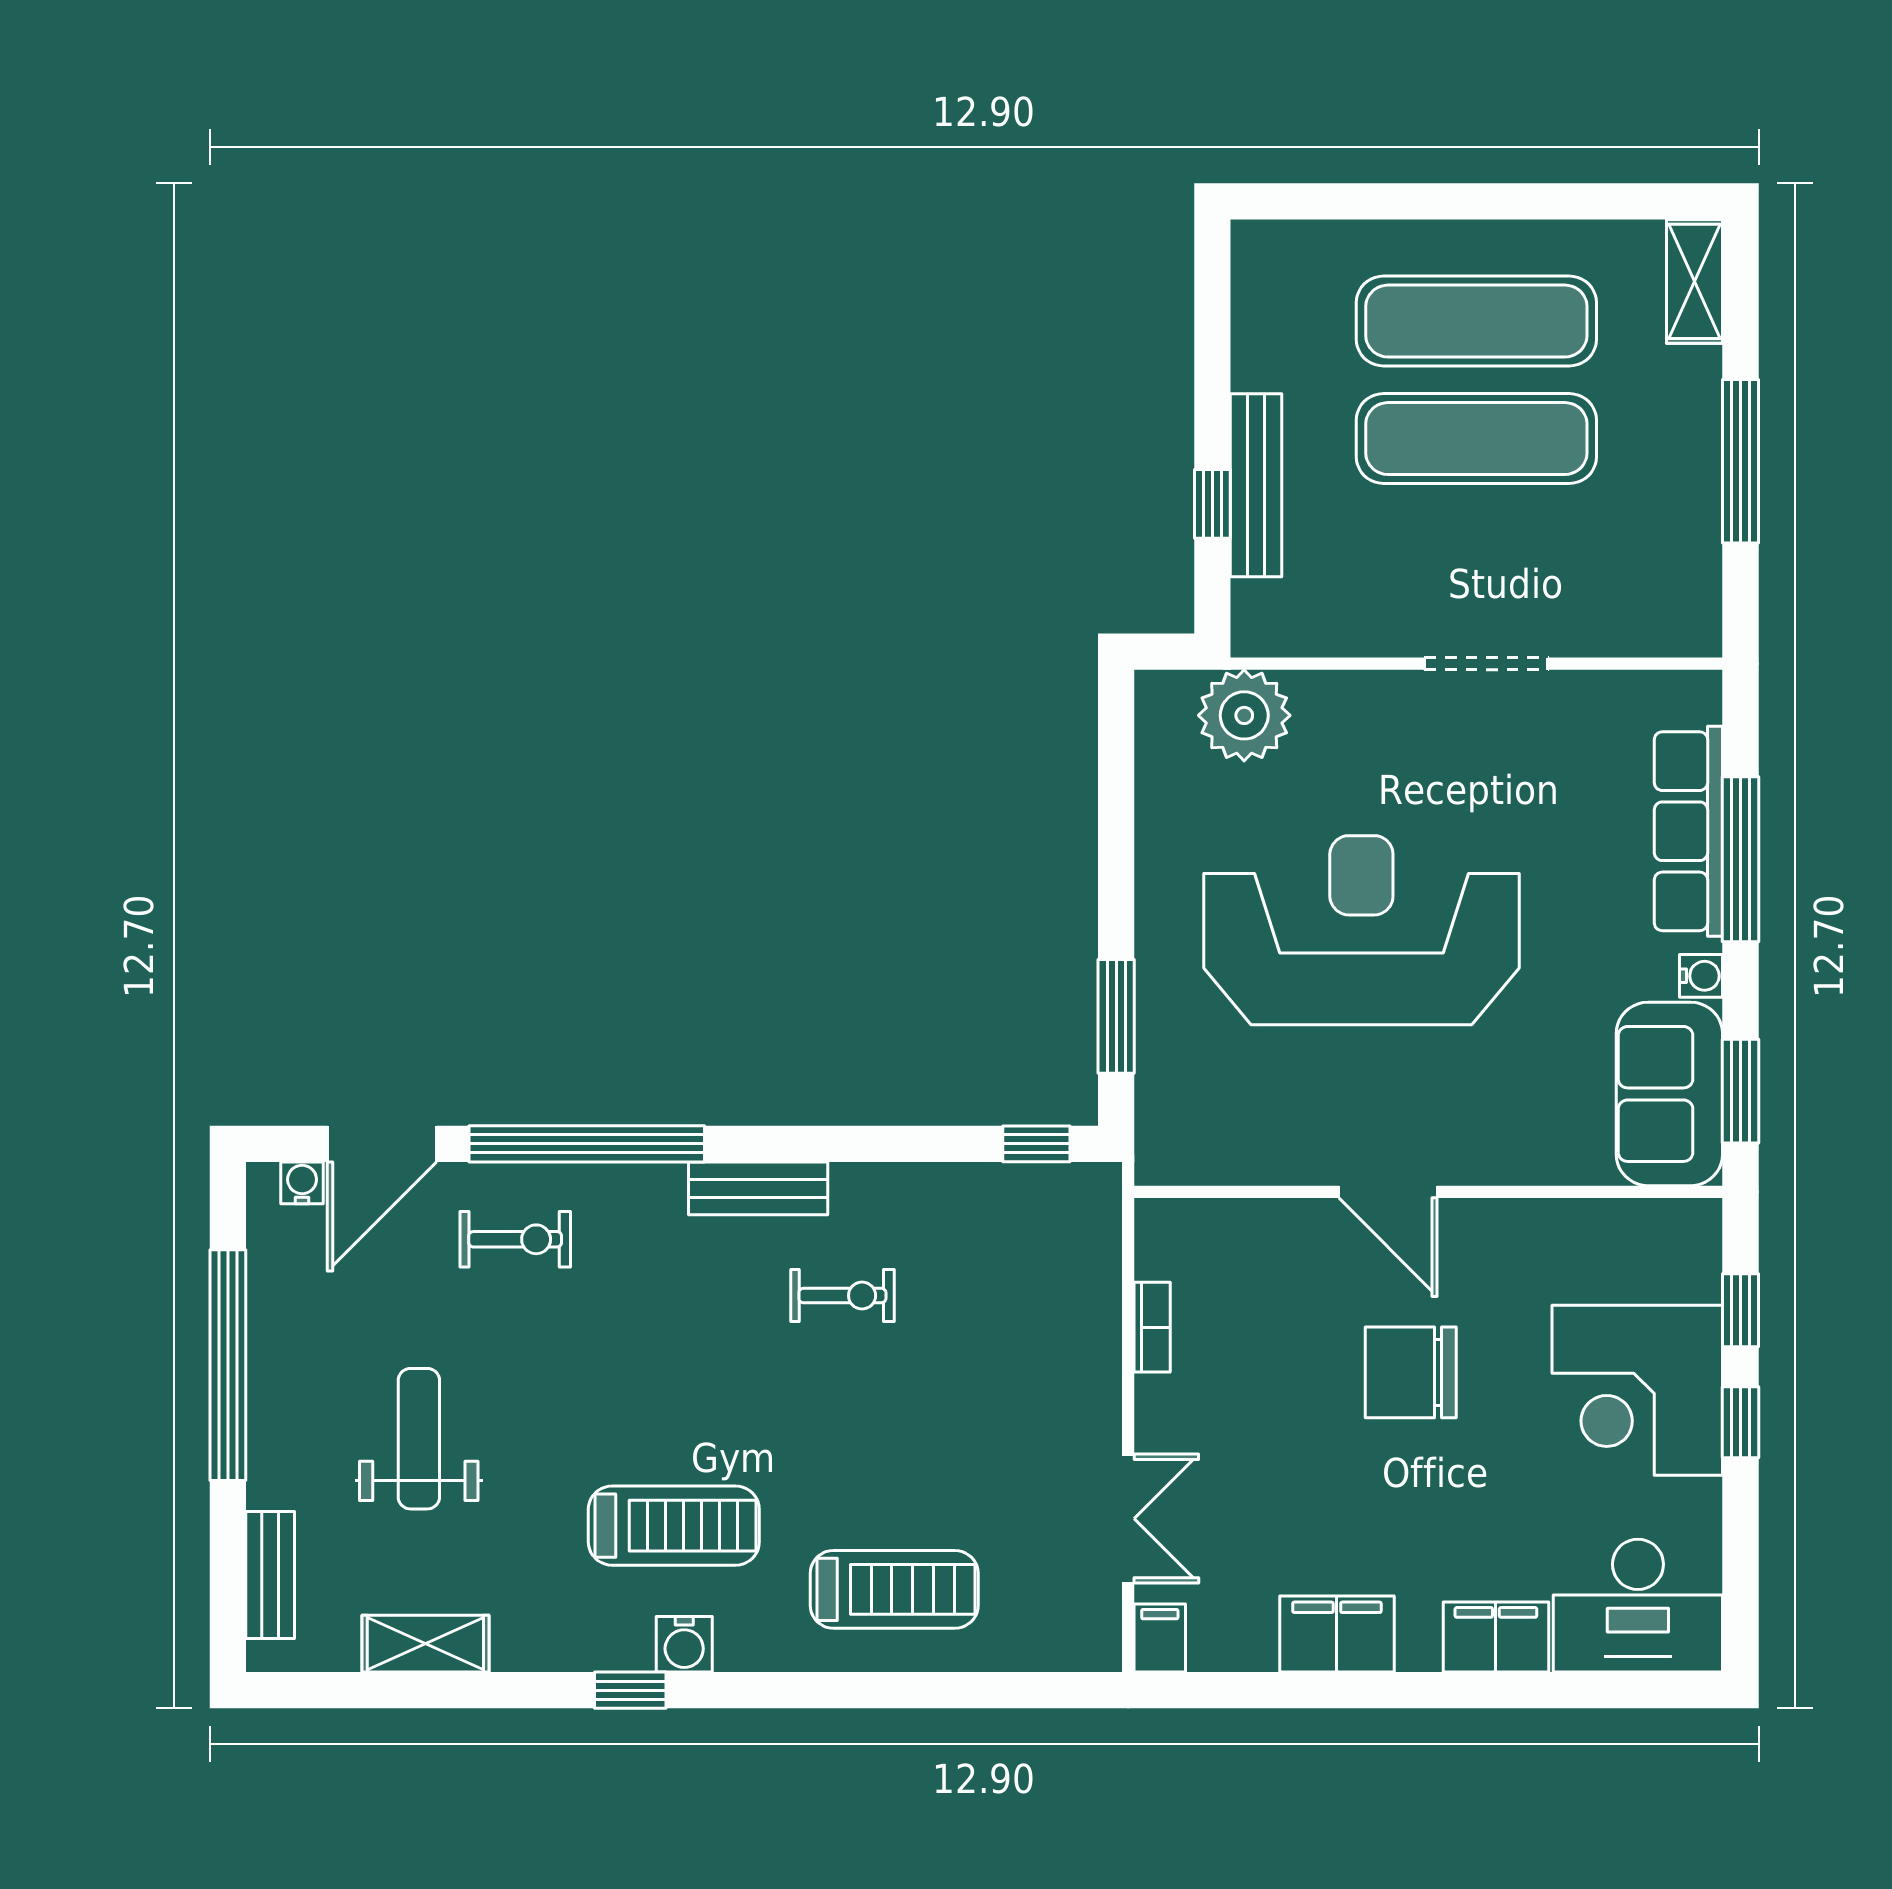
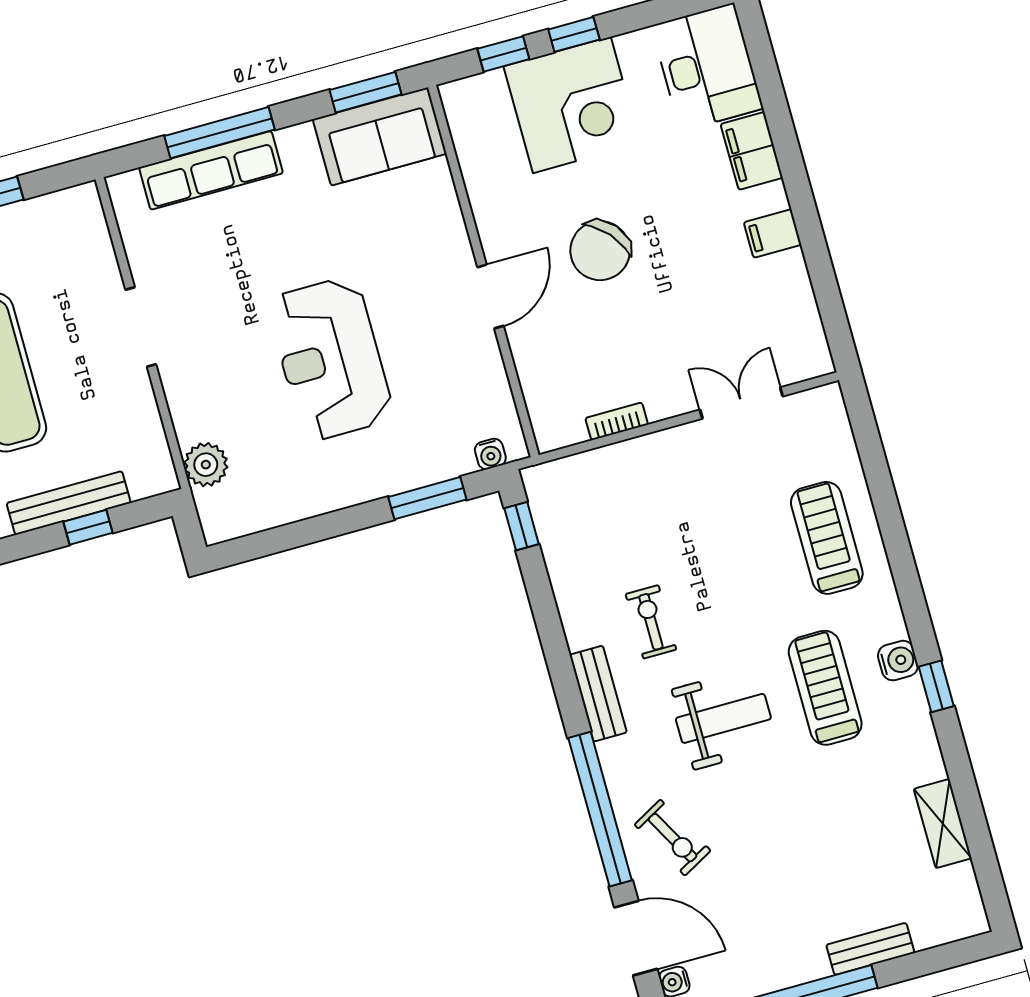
plant: (1244, 715) -> (206, 465), width x0.73, depth x0.73
reception desk: (1361, 930) -> (330, 359), width x0.74, depth x0.77
water cooler: (1701, 976) -> (490, 454), moved, turned 180
exercise bike: (515, 1239) -> (673, 838), turned 151
chair: (1411, 1372) -> (600, 251), turned 49
weight bench: (419, 1439) -> (723, 718), moved, turned 180
bench: (270, 1575) -> (870, 949), moved
filing cabinet: (1337, 1634) -> (773, 233), width x0.50
filing cabinet: (1160, 1638) -> (811, 362), removed

